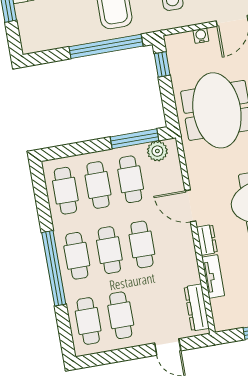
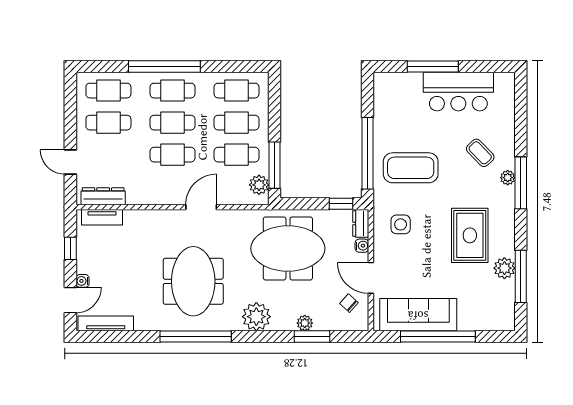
dresser: (207, 240) -> (361, 223), moved, turned 90
tv unit: (213, 276) -> (102, 217), moved
door: (168, 347) -> (70, 162), hinge flipped

